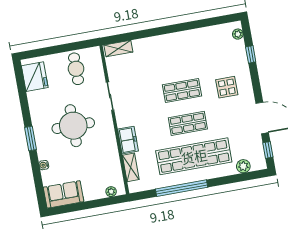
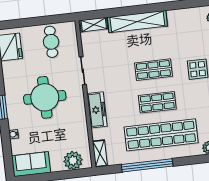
shelving: (162, 43) -> (137, 22), added
freezer: (128, 140) -> (97, 110), width x1.40
shelving: (131, 167) -> (100, 153), moved
plant: (111, 192) -> (73, 161), width x1.88, depth x1.88

